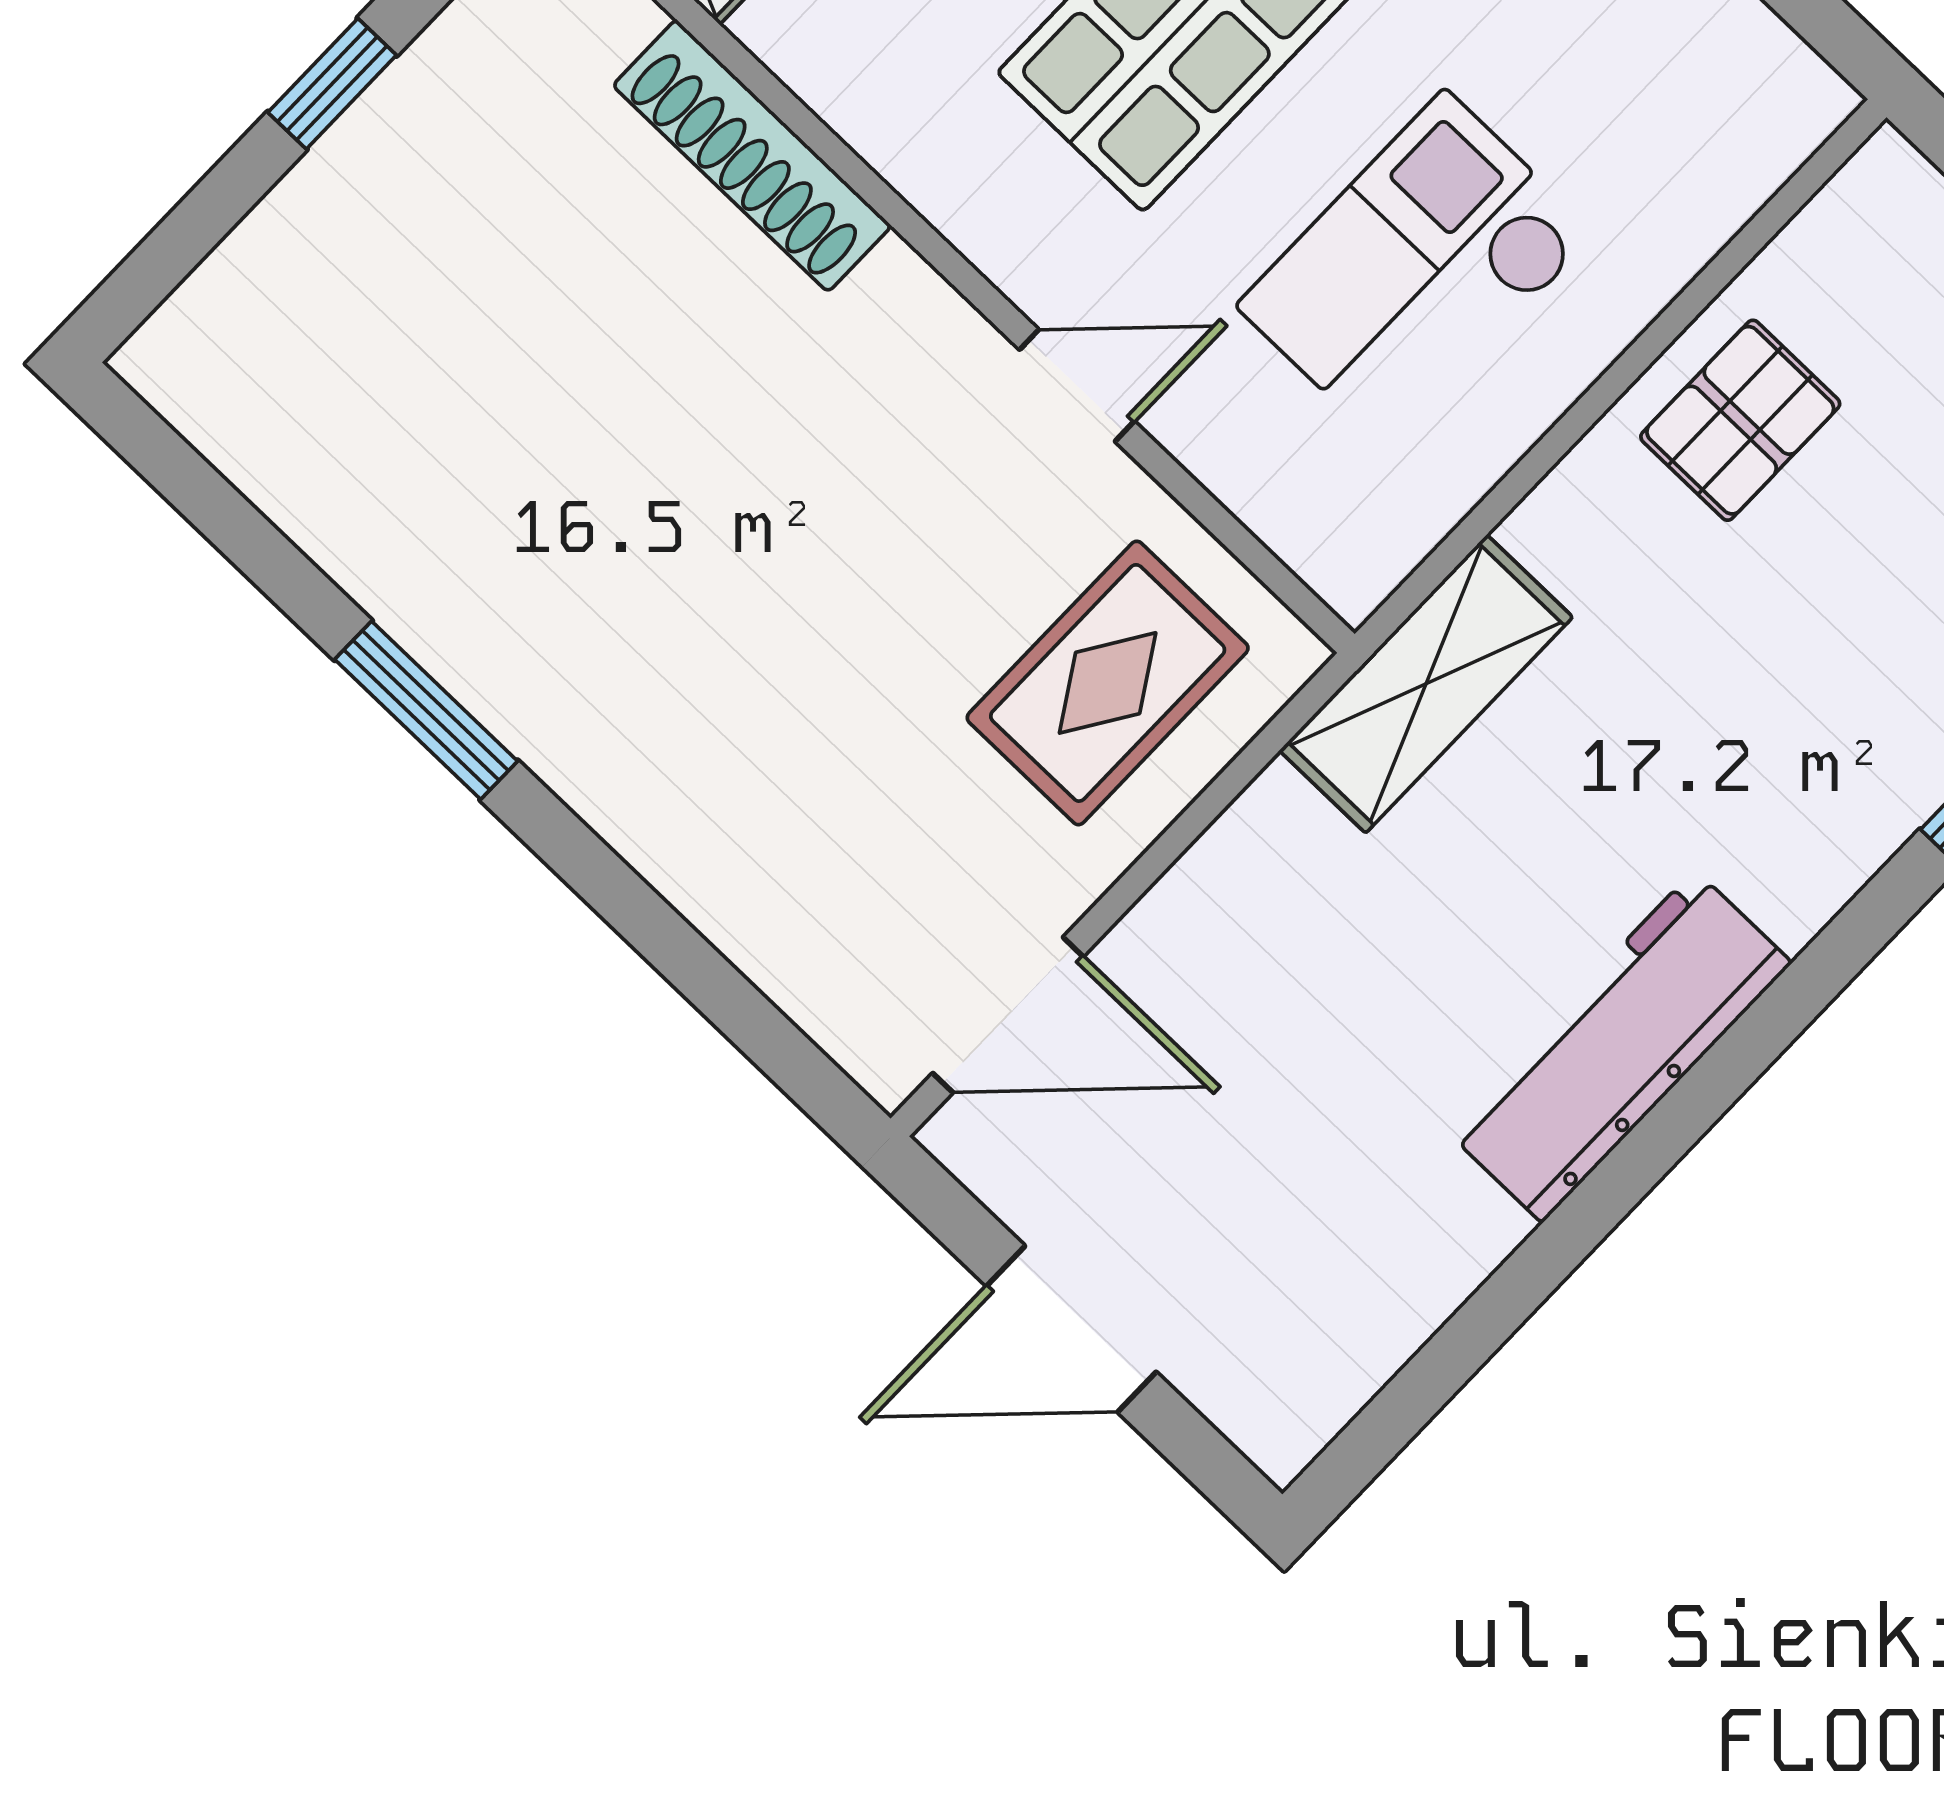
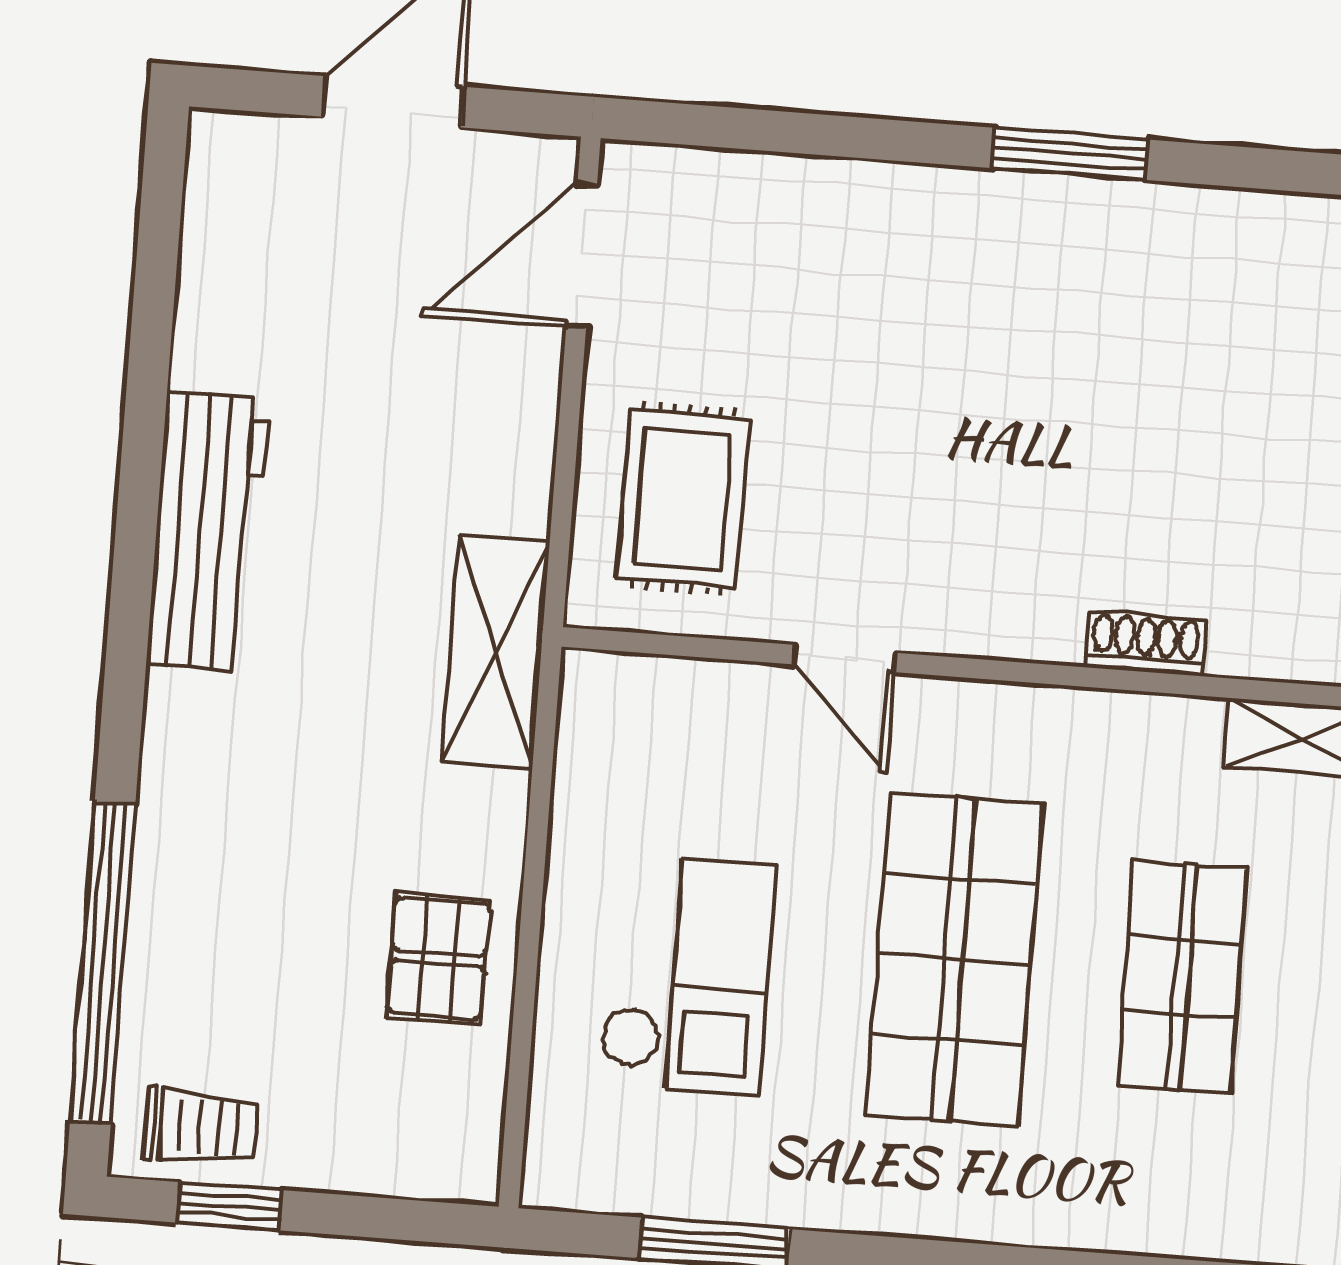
shoe rack: (752, 156) -> (1146, 643), width x0.51, depth x0.81
checkout: (1416, 270) -> (687, 975), moved
door: (1077, 385) -> (845, 659), hinge flipped

